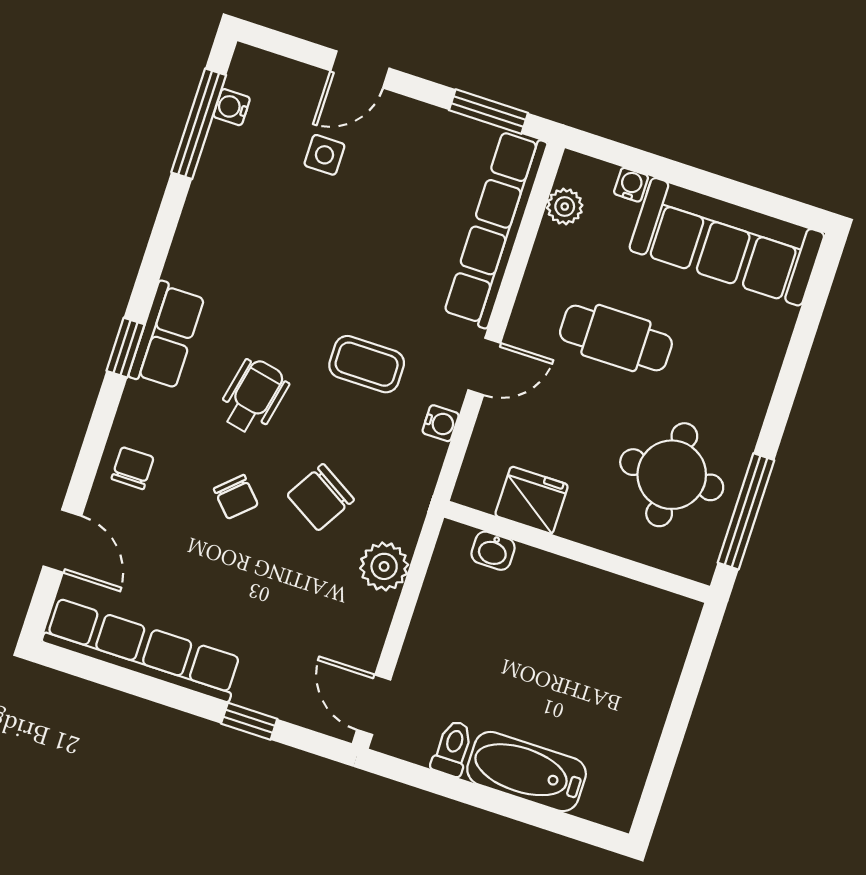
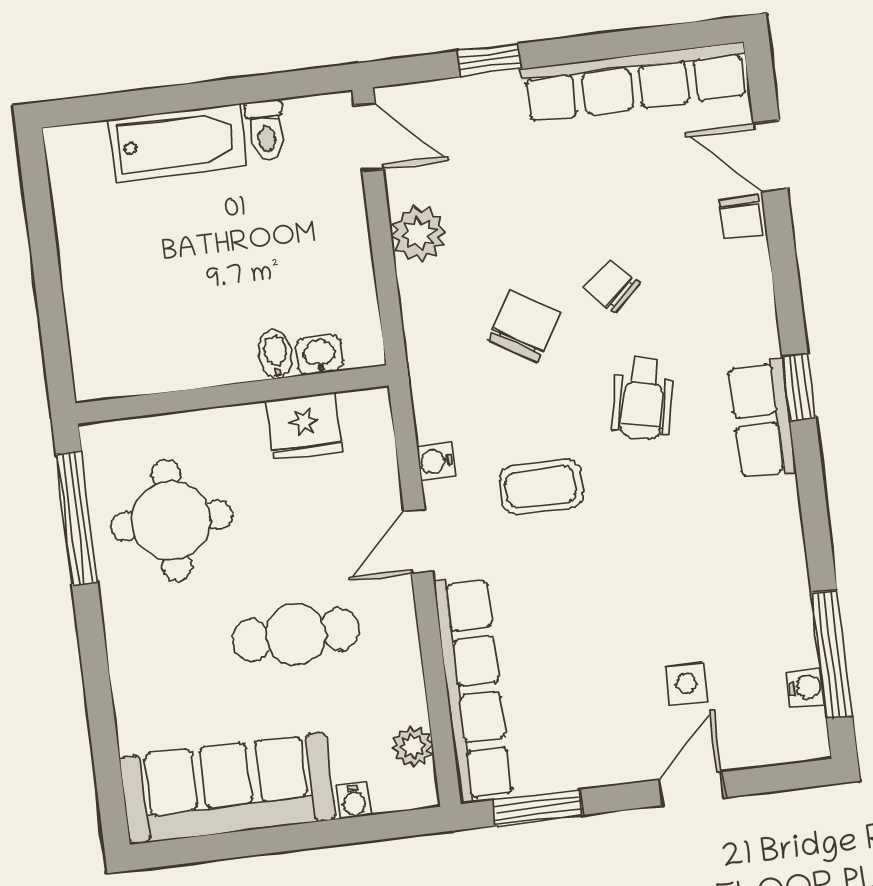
chair: (133, 468) -> (740, 217), moved
plant: (384, 566) -> (418, 234), moved
bidet: (528, 568) -> (276, 354), added

